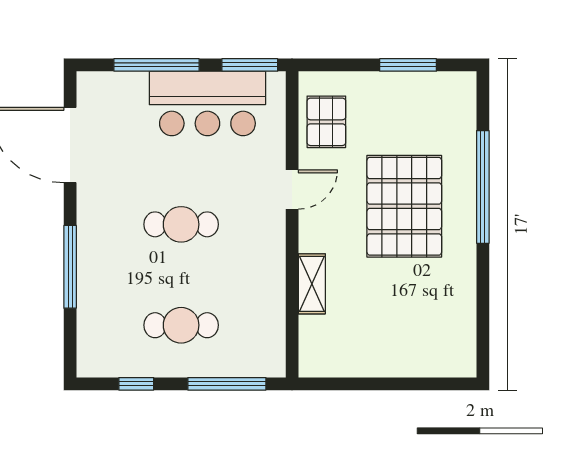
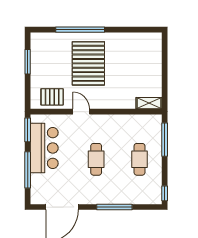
pallet: (404, 206) -> (88, 63), turned 90
shelving: (312, 284) -> (149, 103), moved
window: (136, 384) -> (165, 193), moved

